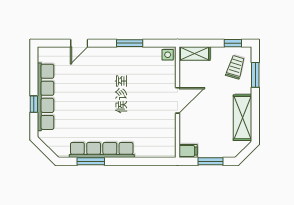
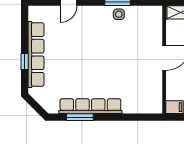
side table: (168, 55) -> (119, 14), moved

